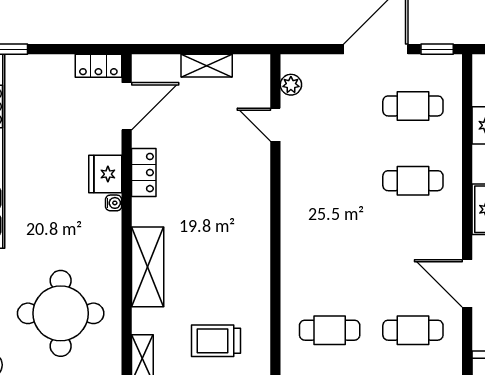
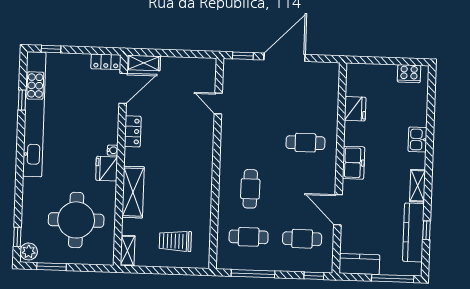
window: (437, 49) -> (243, 56), moved
shelving: (207, 66) -> (144, 63), moved
plant: (291, 85) -> (229, 78), removed
cafe table: (413, 106) -> (250, 189), moved, turned 90
fridge: (105, 174) -> (107, 169), moved

